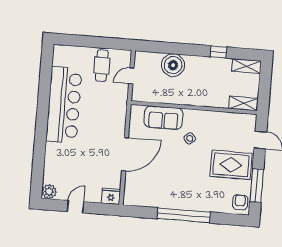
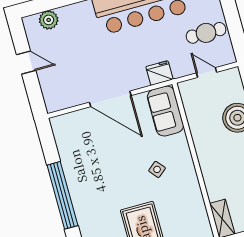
sofa: (163, 118) -> (165, 111), moved
plant: (49, 192) -> (49, 20), moved
fridge: (111, 196) -> (159, 73), moved, turned -90

